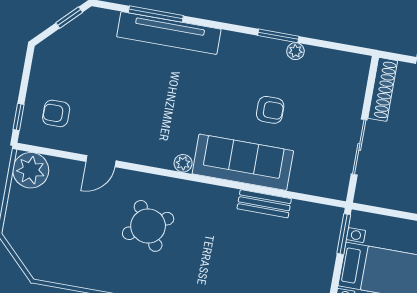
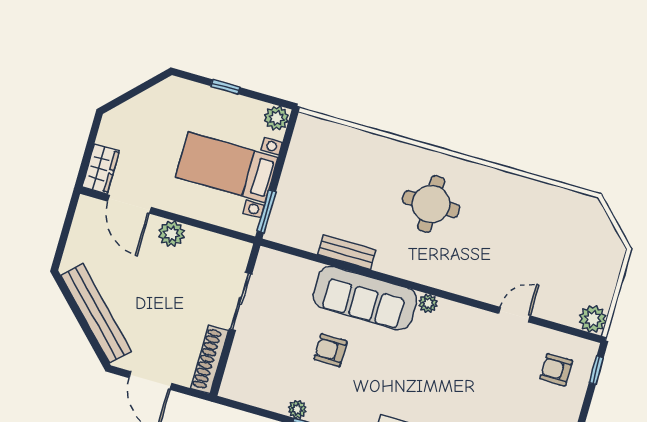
armchair: (56, 113) -> (556, 370), turned 180
plant: (31, 170) -> (593, 319), width x0.73, depth x0.73
round table: (148, 226) -> (431, 204), moved, turned 31

